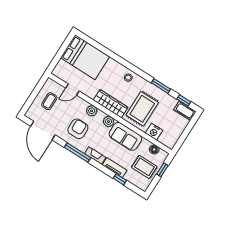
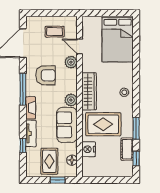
plant: (92, 111) -> (71, 62), moved
cot: (185, 111) -> (127, 149), moved

